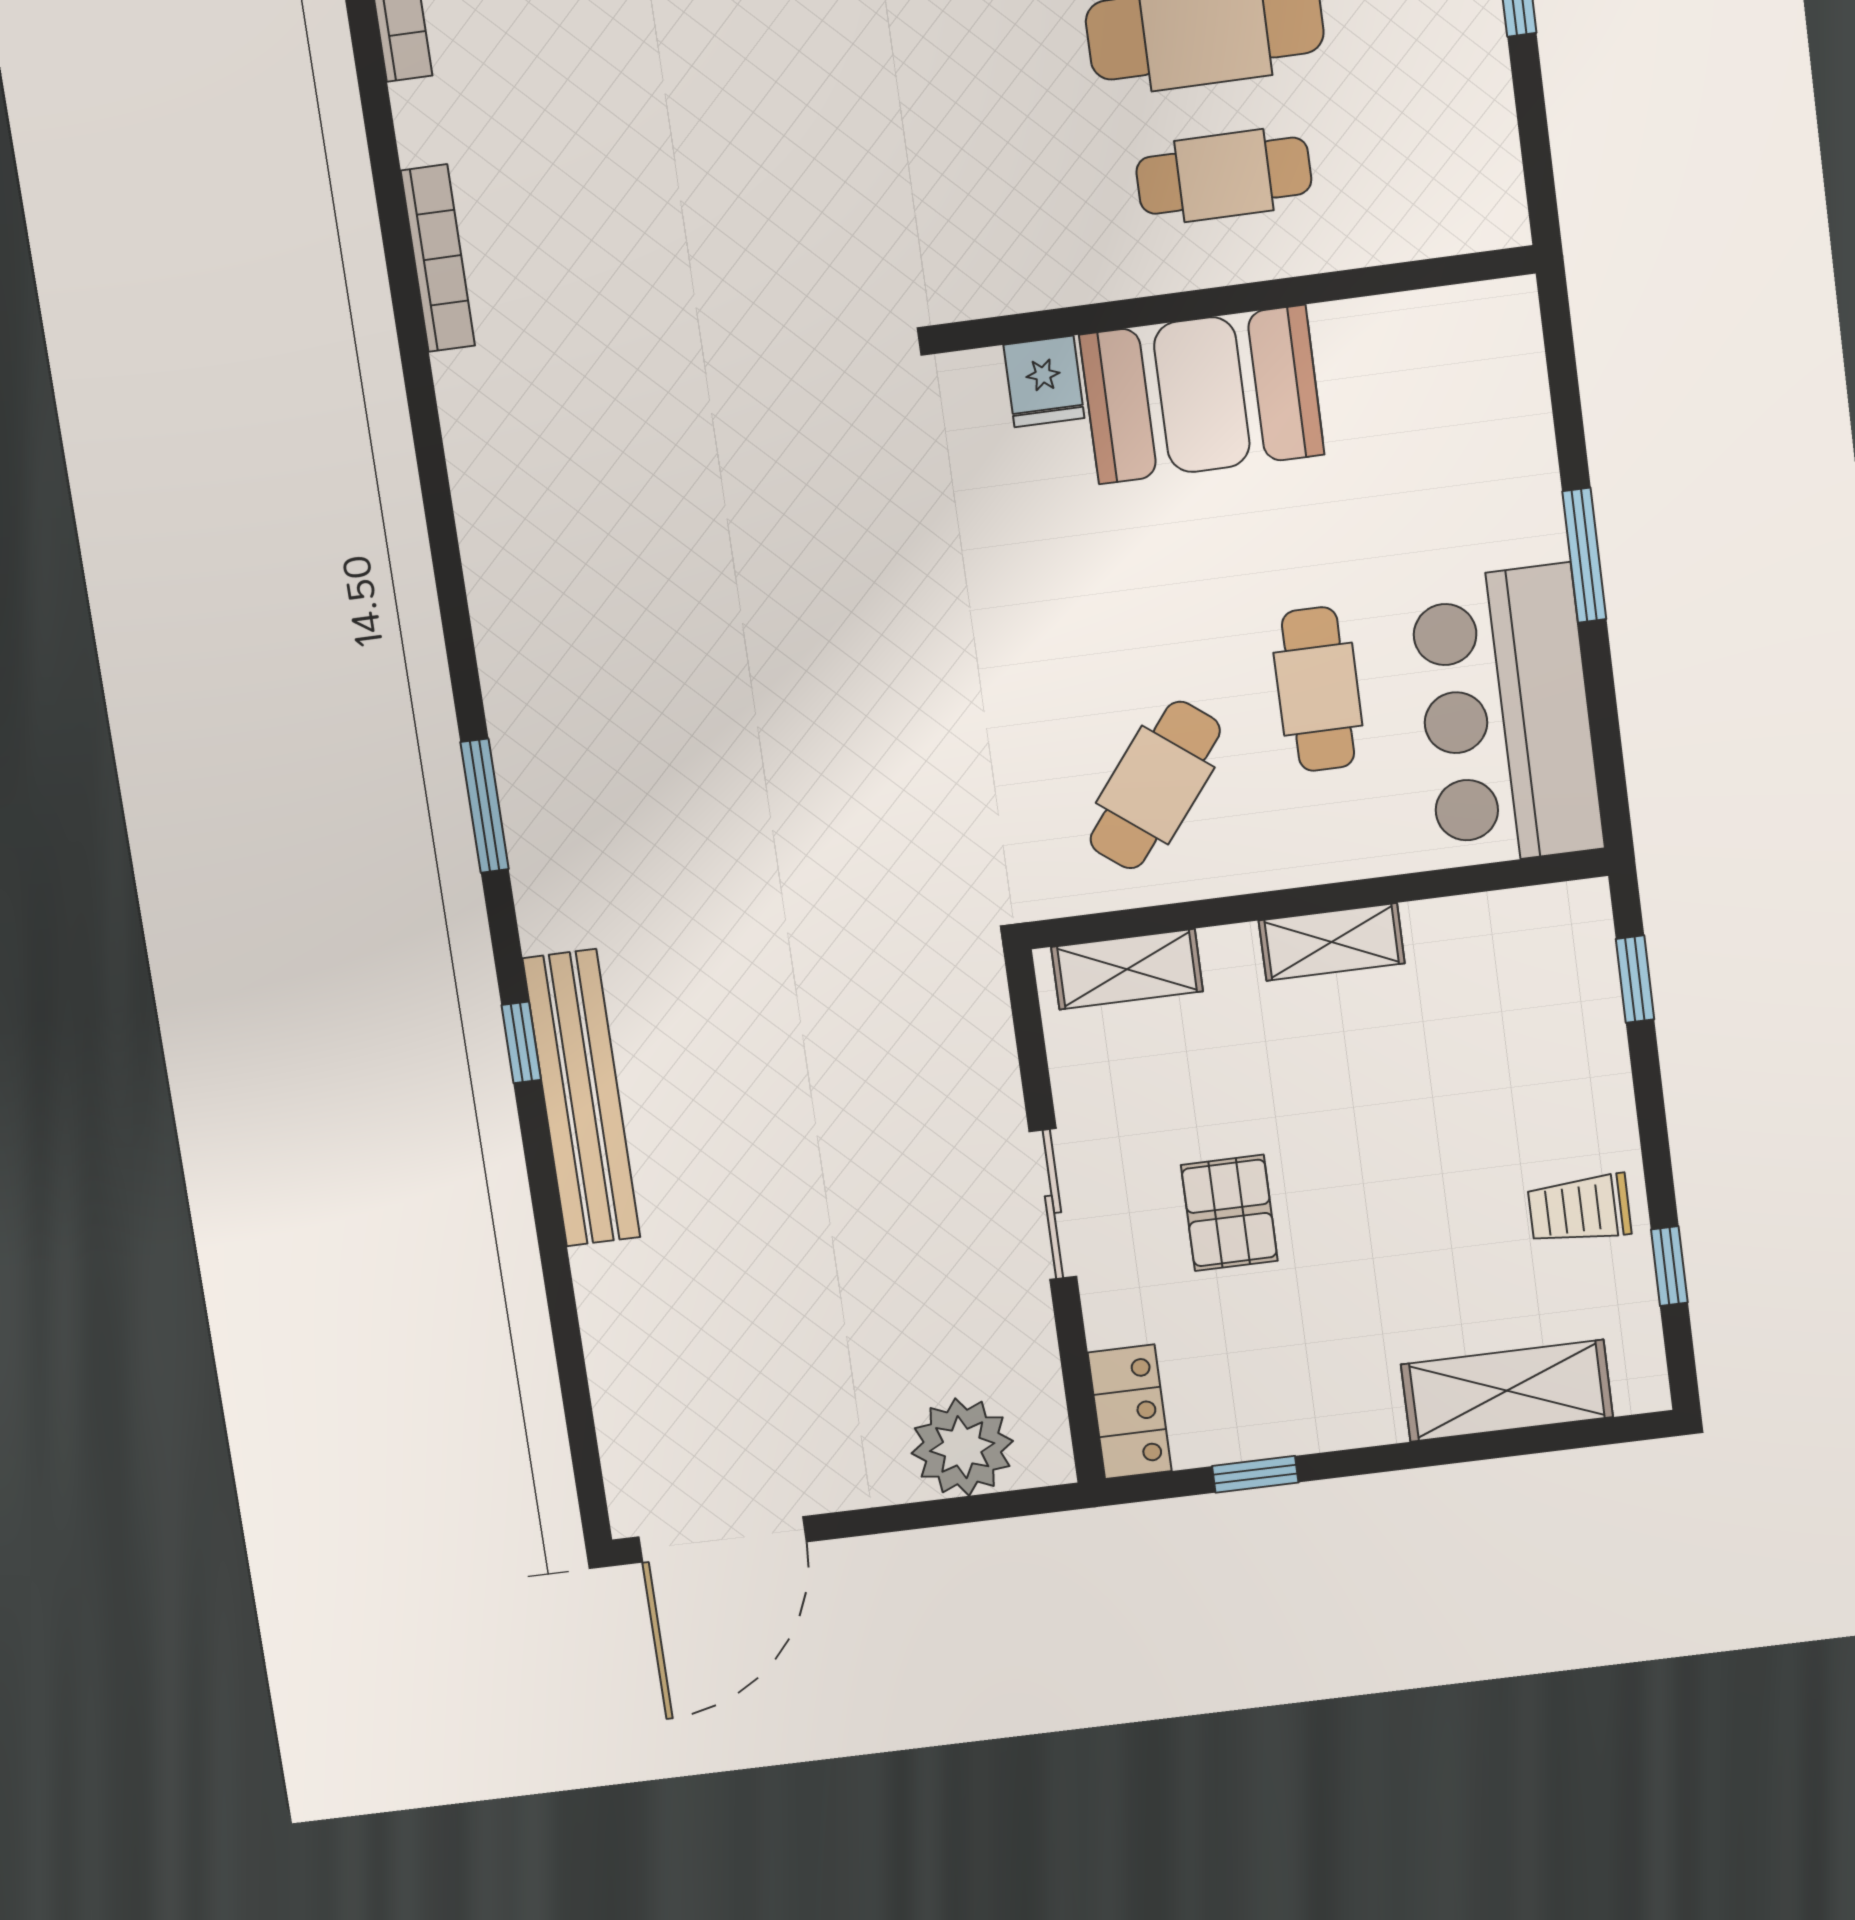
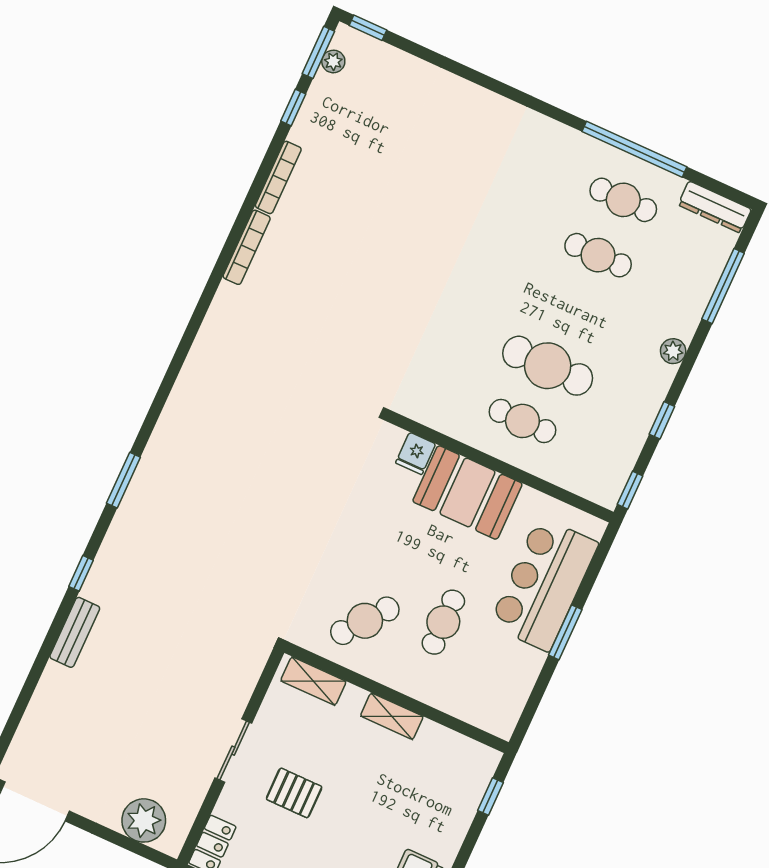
window: (1539, 178) -> (630, 490), added
bookcase: (438, 258) -> (247, 247), moved
bar counter: (1506, 716) -> (544, 584), moved
bench: (581, 1098) -> (75, 632), width x0.54, depth x0.82
pallet: (1229, 1213) -> (294, 793), turned 90

